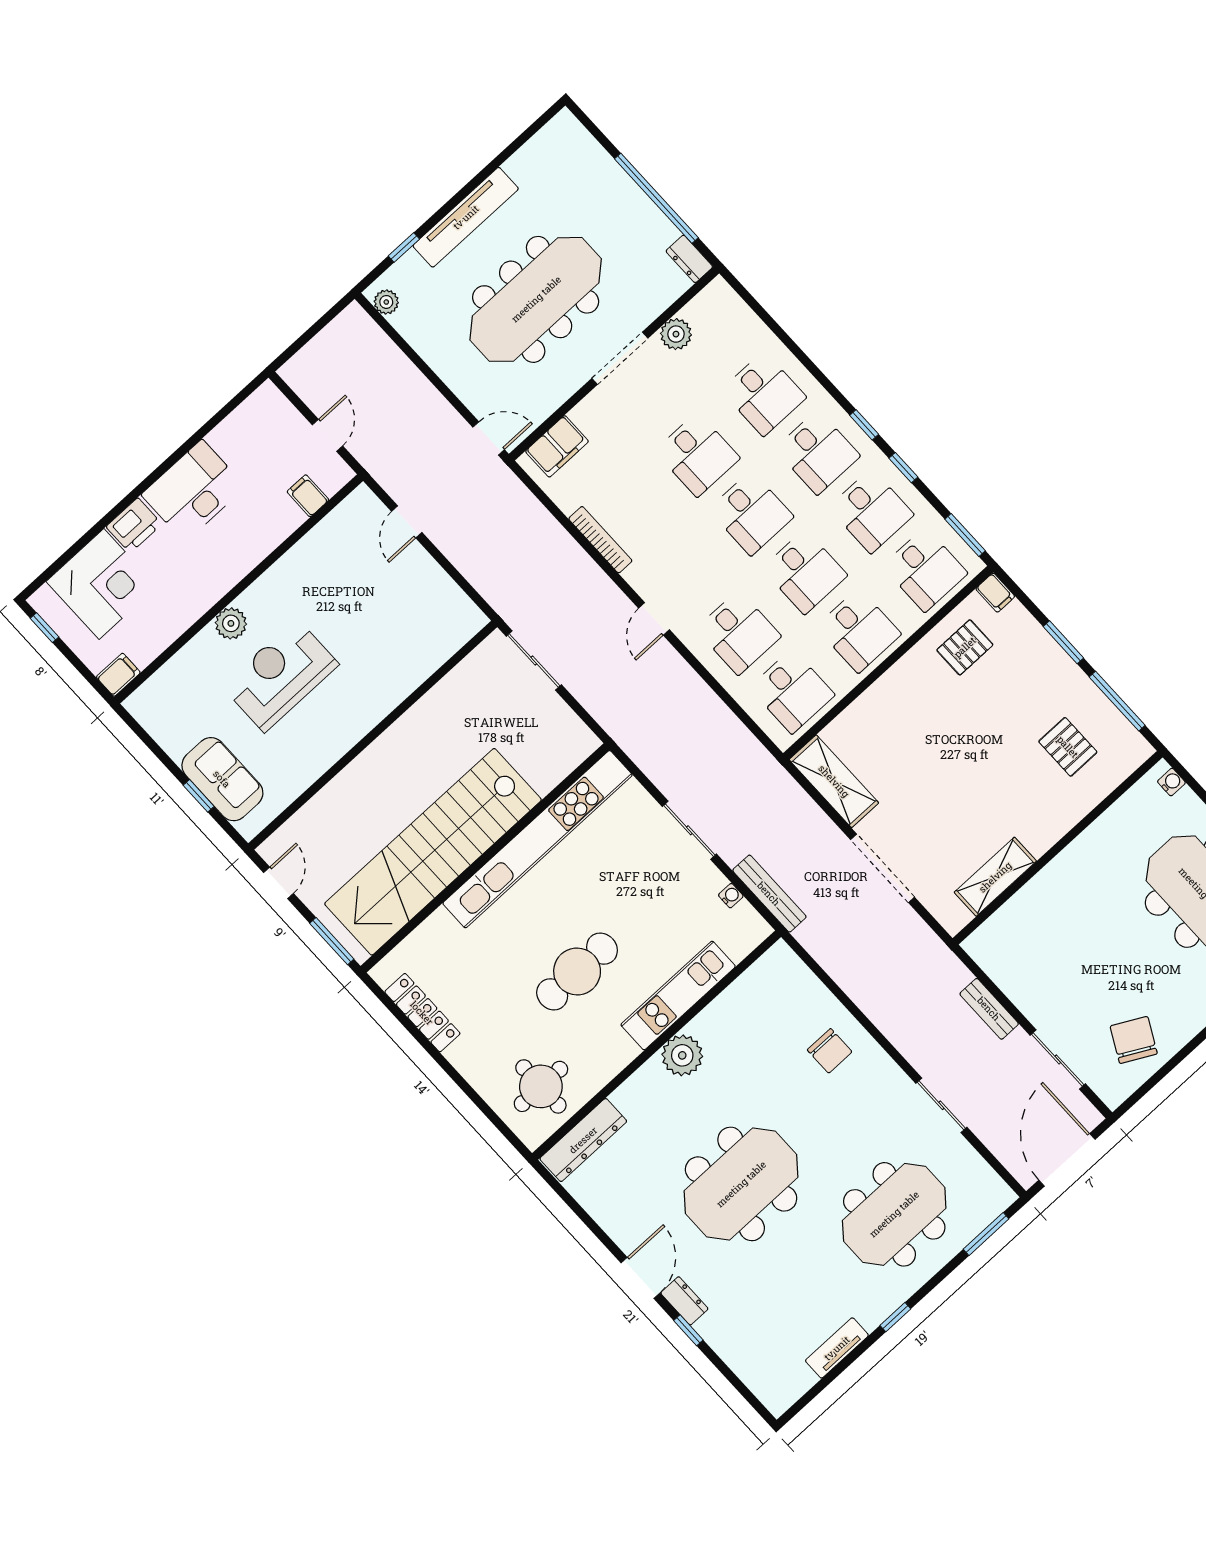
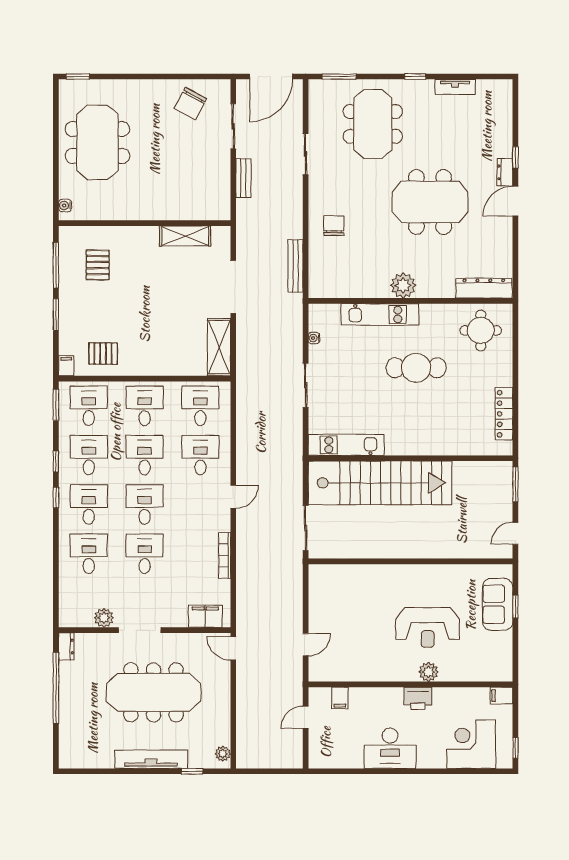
printer: (134, 525) -> (418, 698), moved, turned 180
kitchen unit: (537, 839) -> (346, 445), width x0.54
stairs: (433, 852) -> (380, 483), moved
bench: (769, 894) -> (295, 266), moved
meeting table: (894, 1214) -> (373, 124), turned 90

